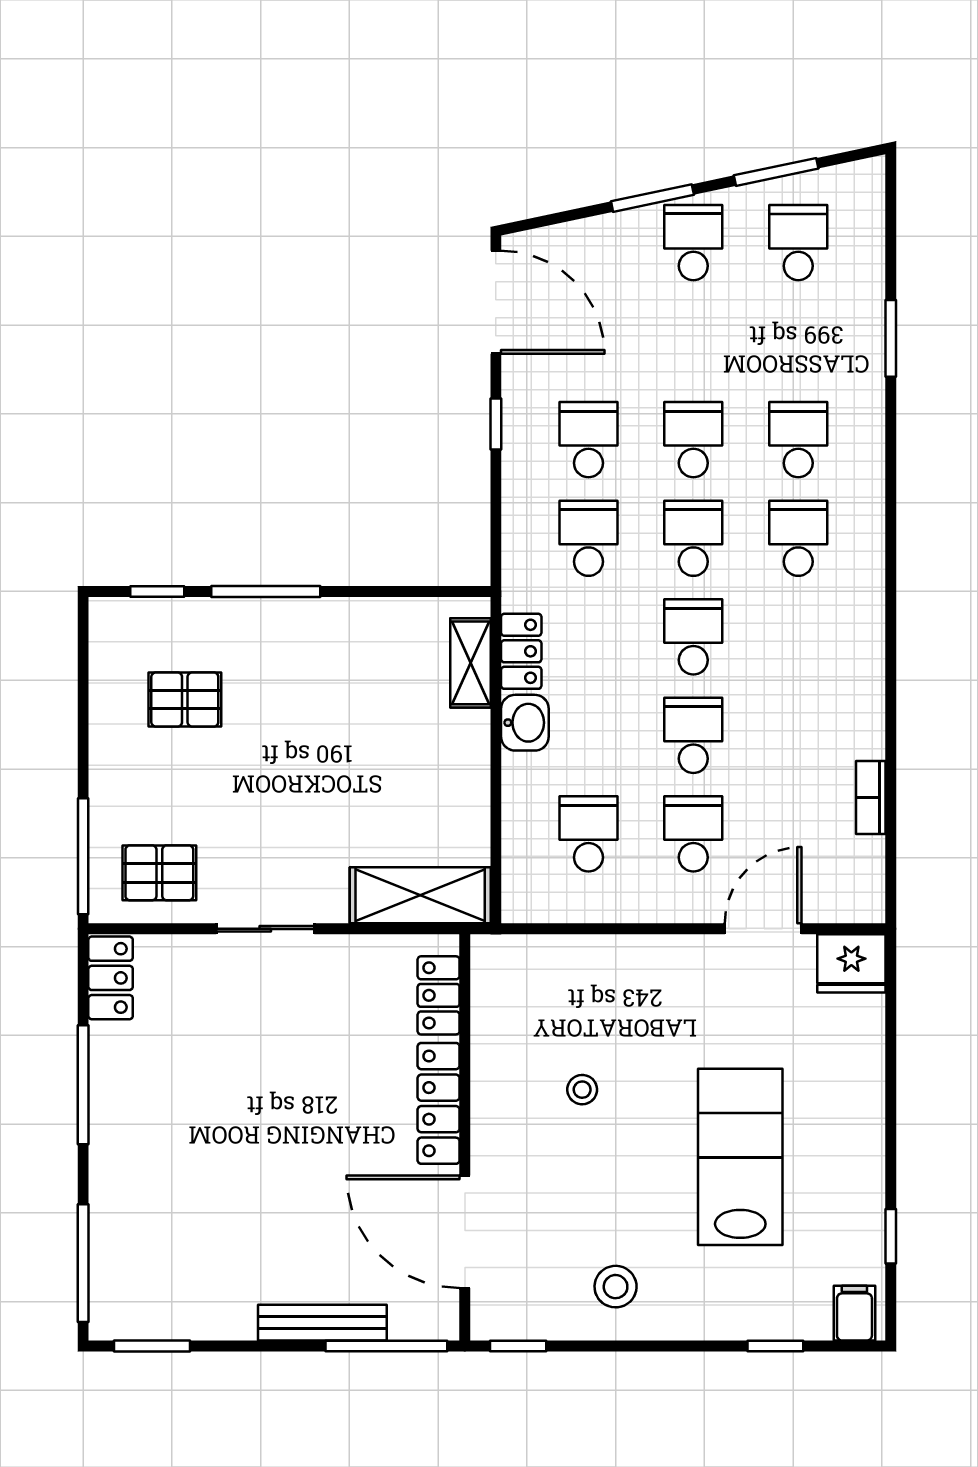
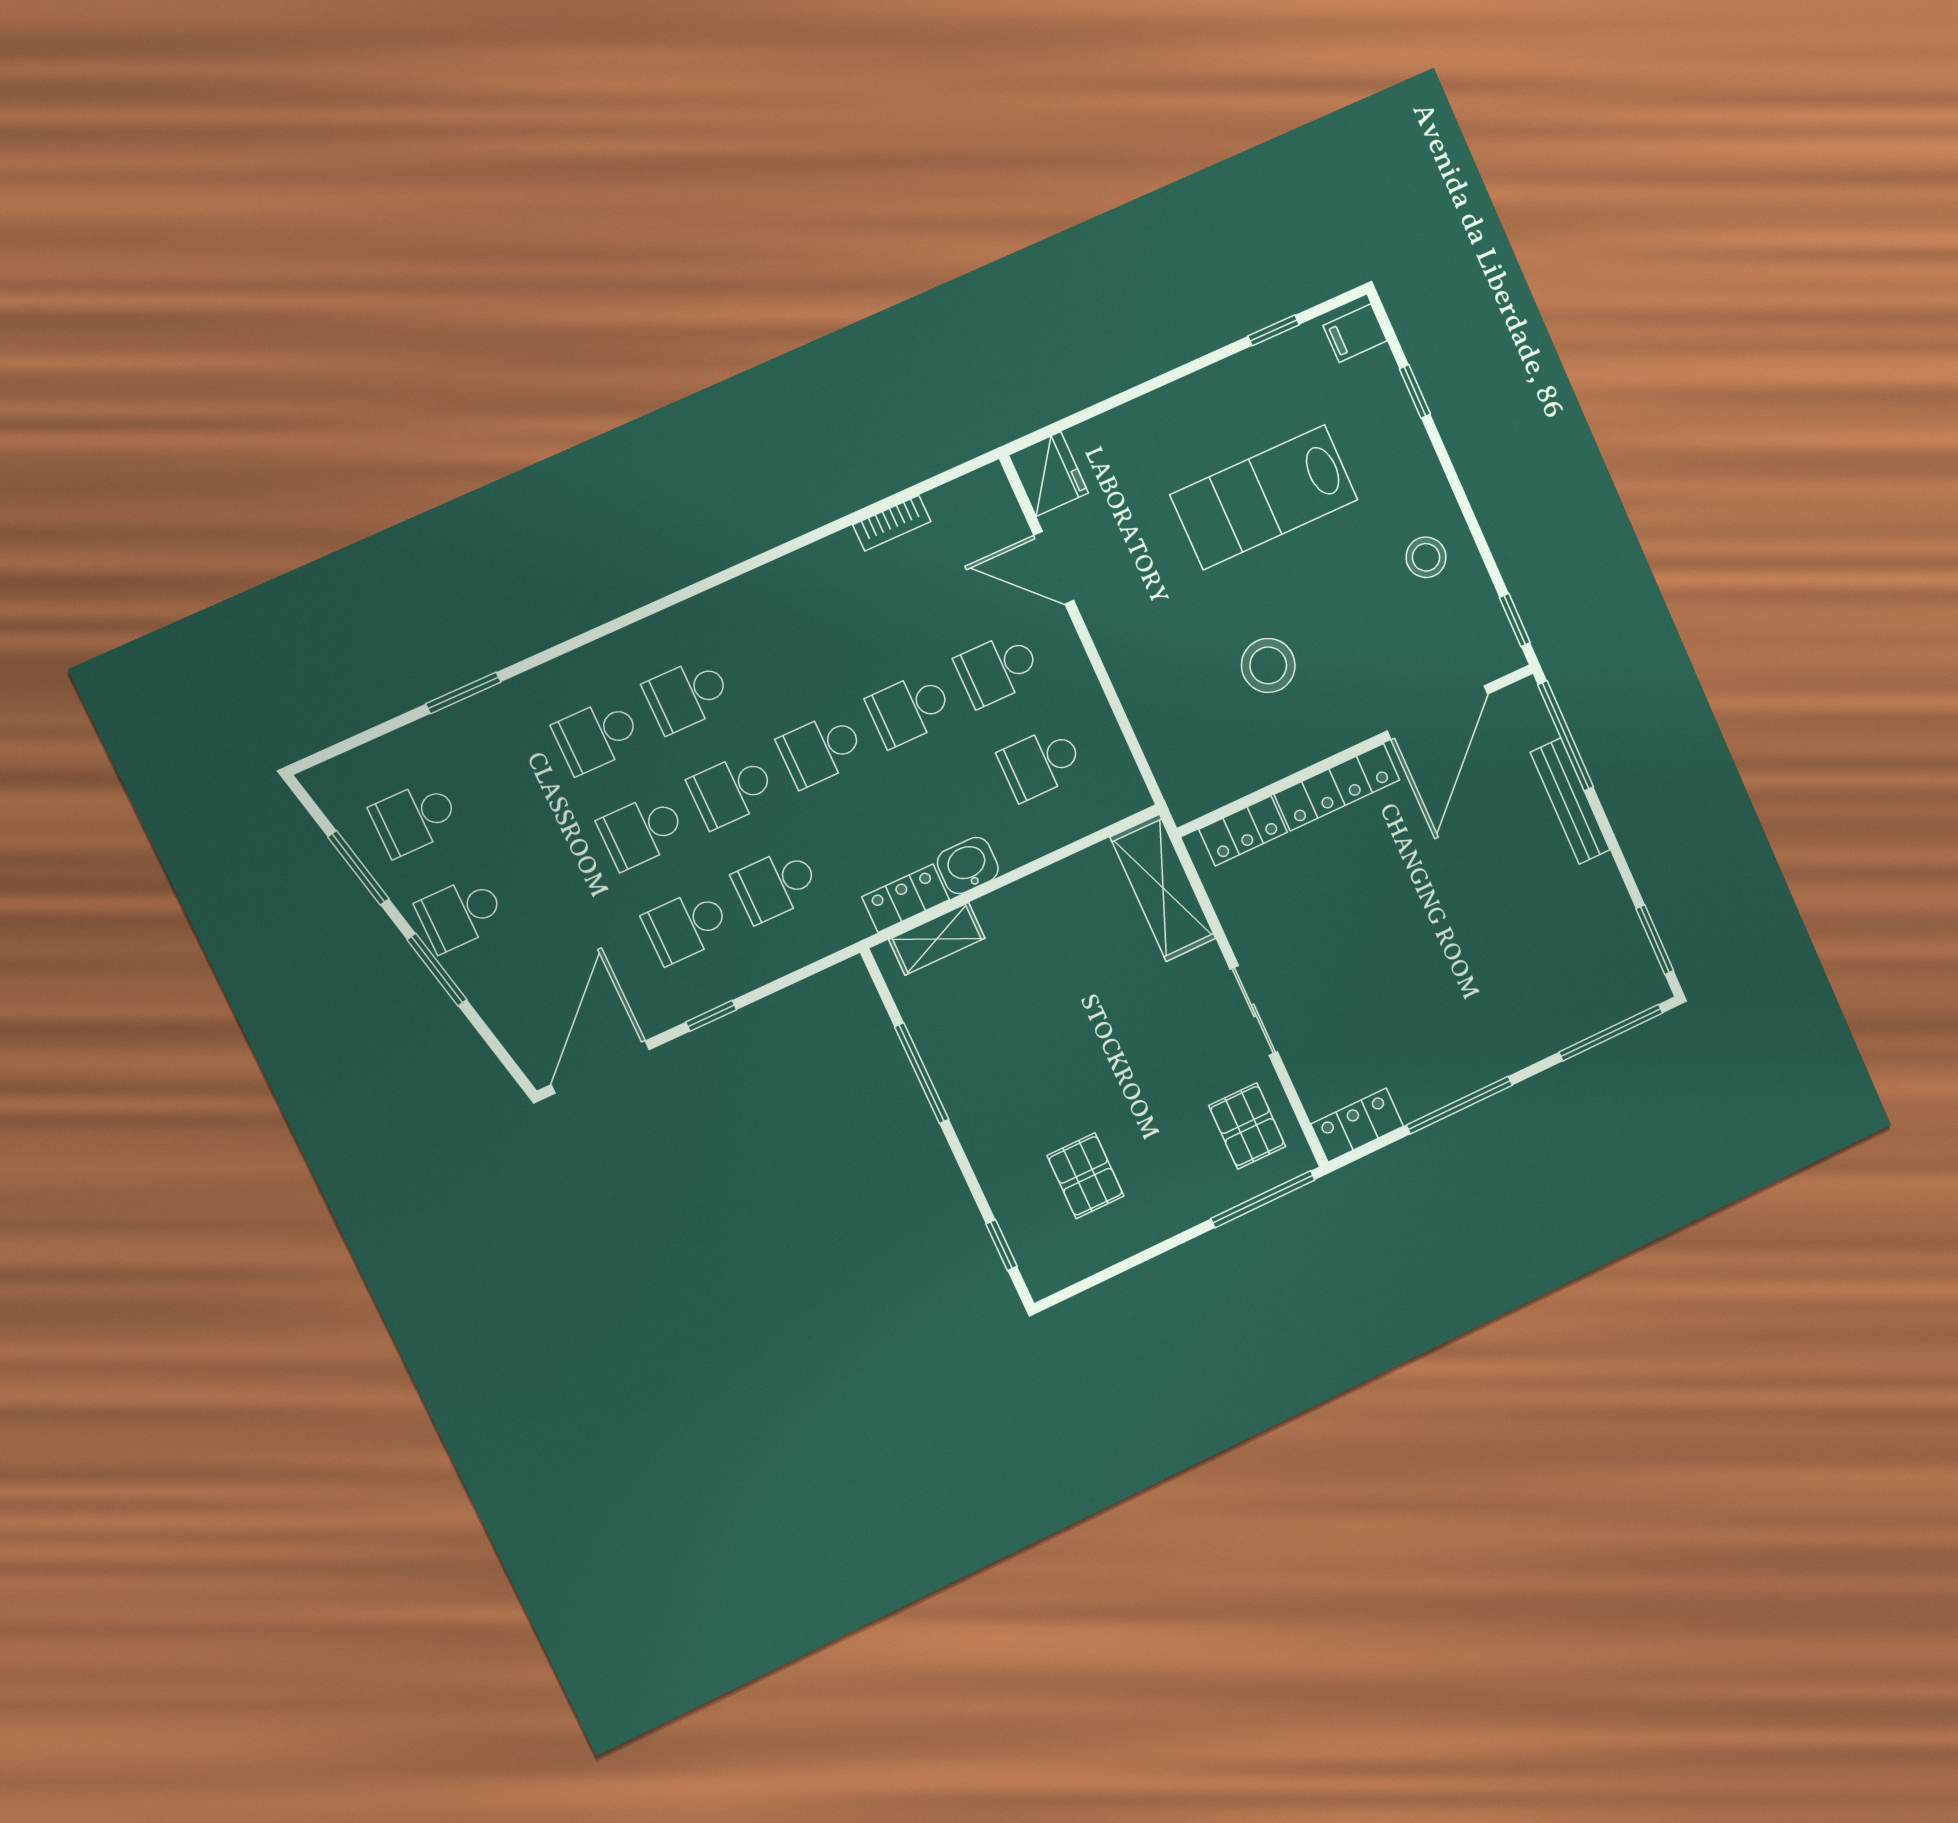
window: (266, 591) -> (922, 1073), moved
stool: (582, 1090) -> (1268, 665), width x1.89, depth x1.89

